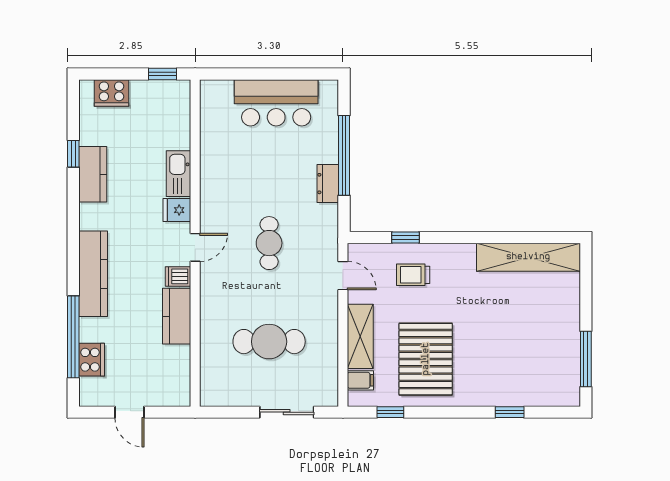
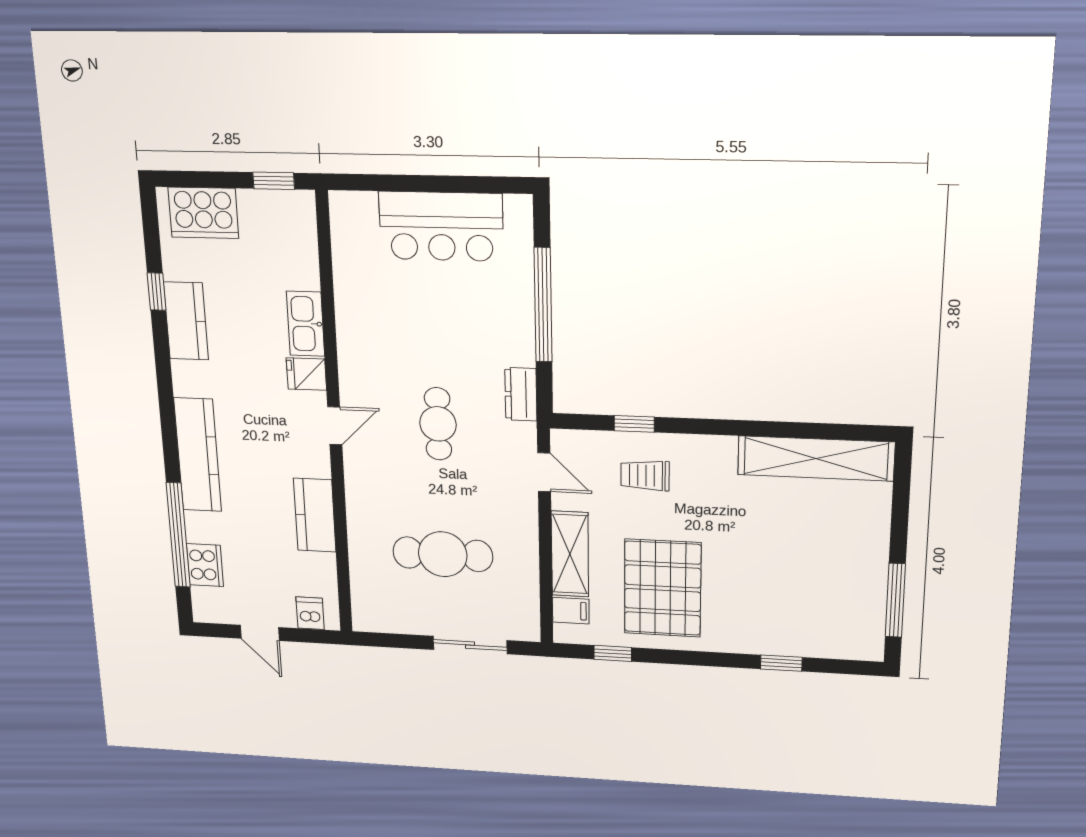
cooker: (111, 93) -> (203, 213), width x1.37, depth x1.31
dresser: (328, 184) -> (521, 394), moved
dishwasher: (178, 276) -> (310, 613), moved, turned 90

